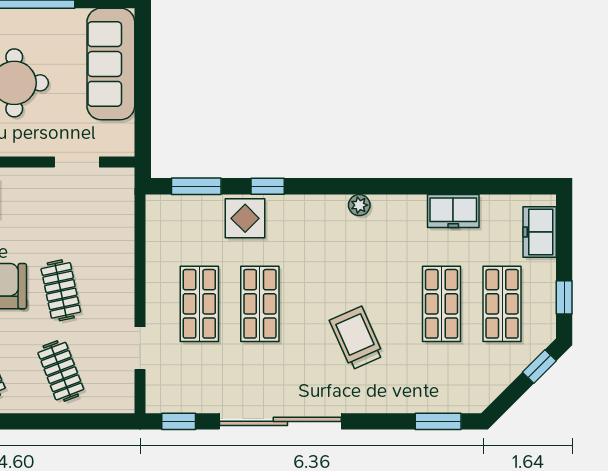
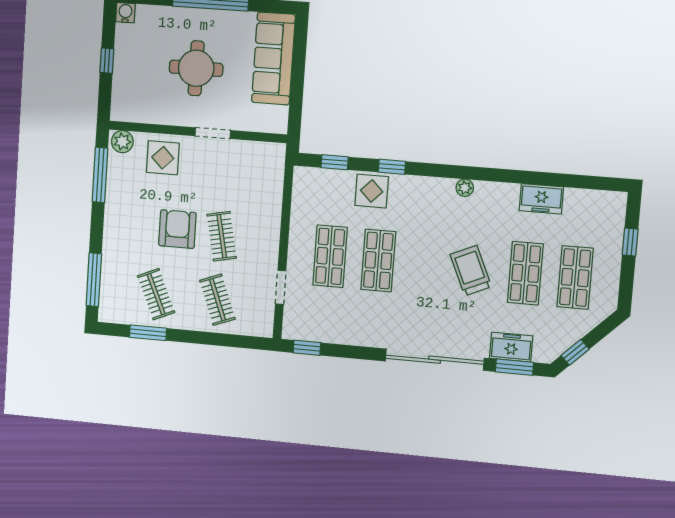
doorway: (77, 162) -> (213, 133), moved
window: (196, 186) -> (335, 162), width x0.67
freezer: (540, 232) -> (511, 347), moved, turned 90
window: (564, 297) -> (630, 242), moved
trolley: (356, 338) -> (471, 271), moved
window: (539, 366) -> (575, 352), moved
sliding door: (280, 421) -> (435, 360), moved

